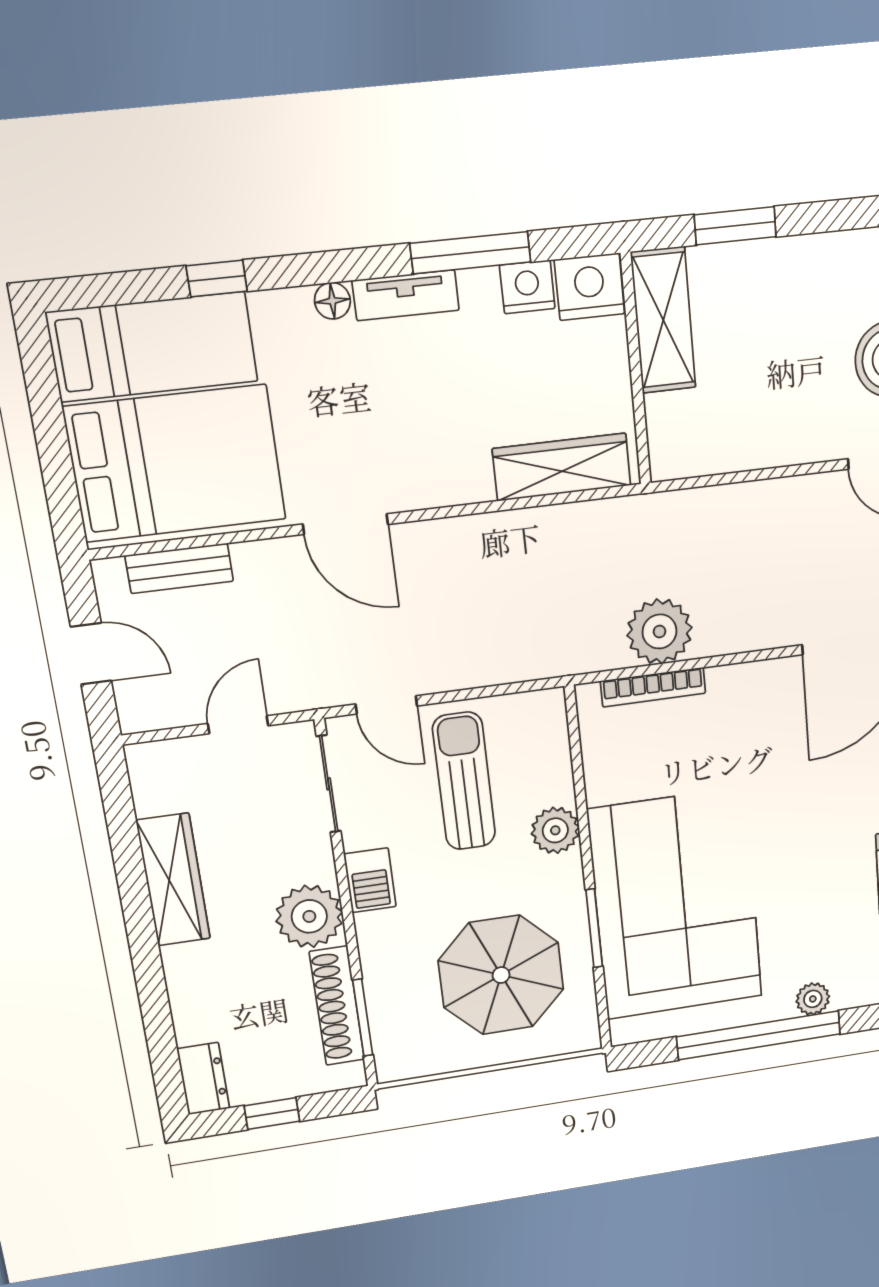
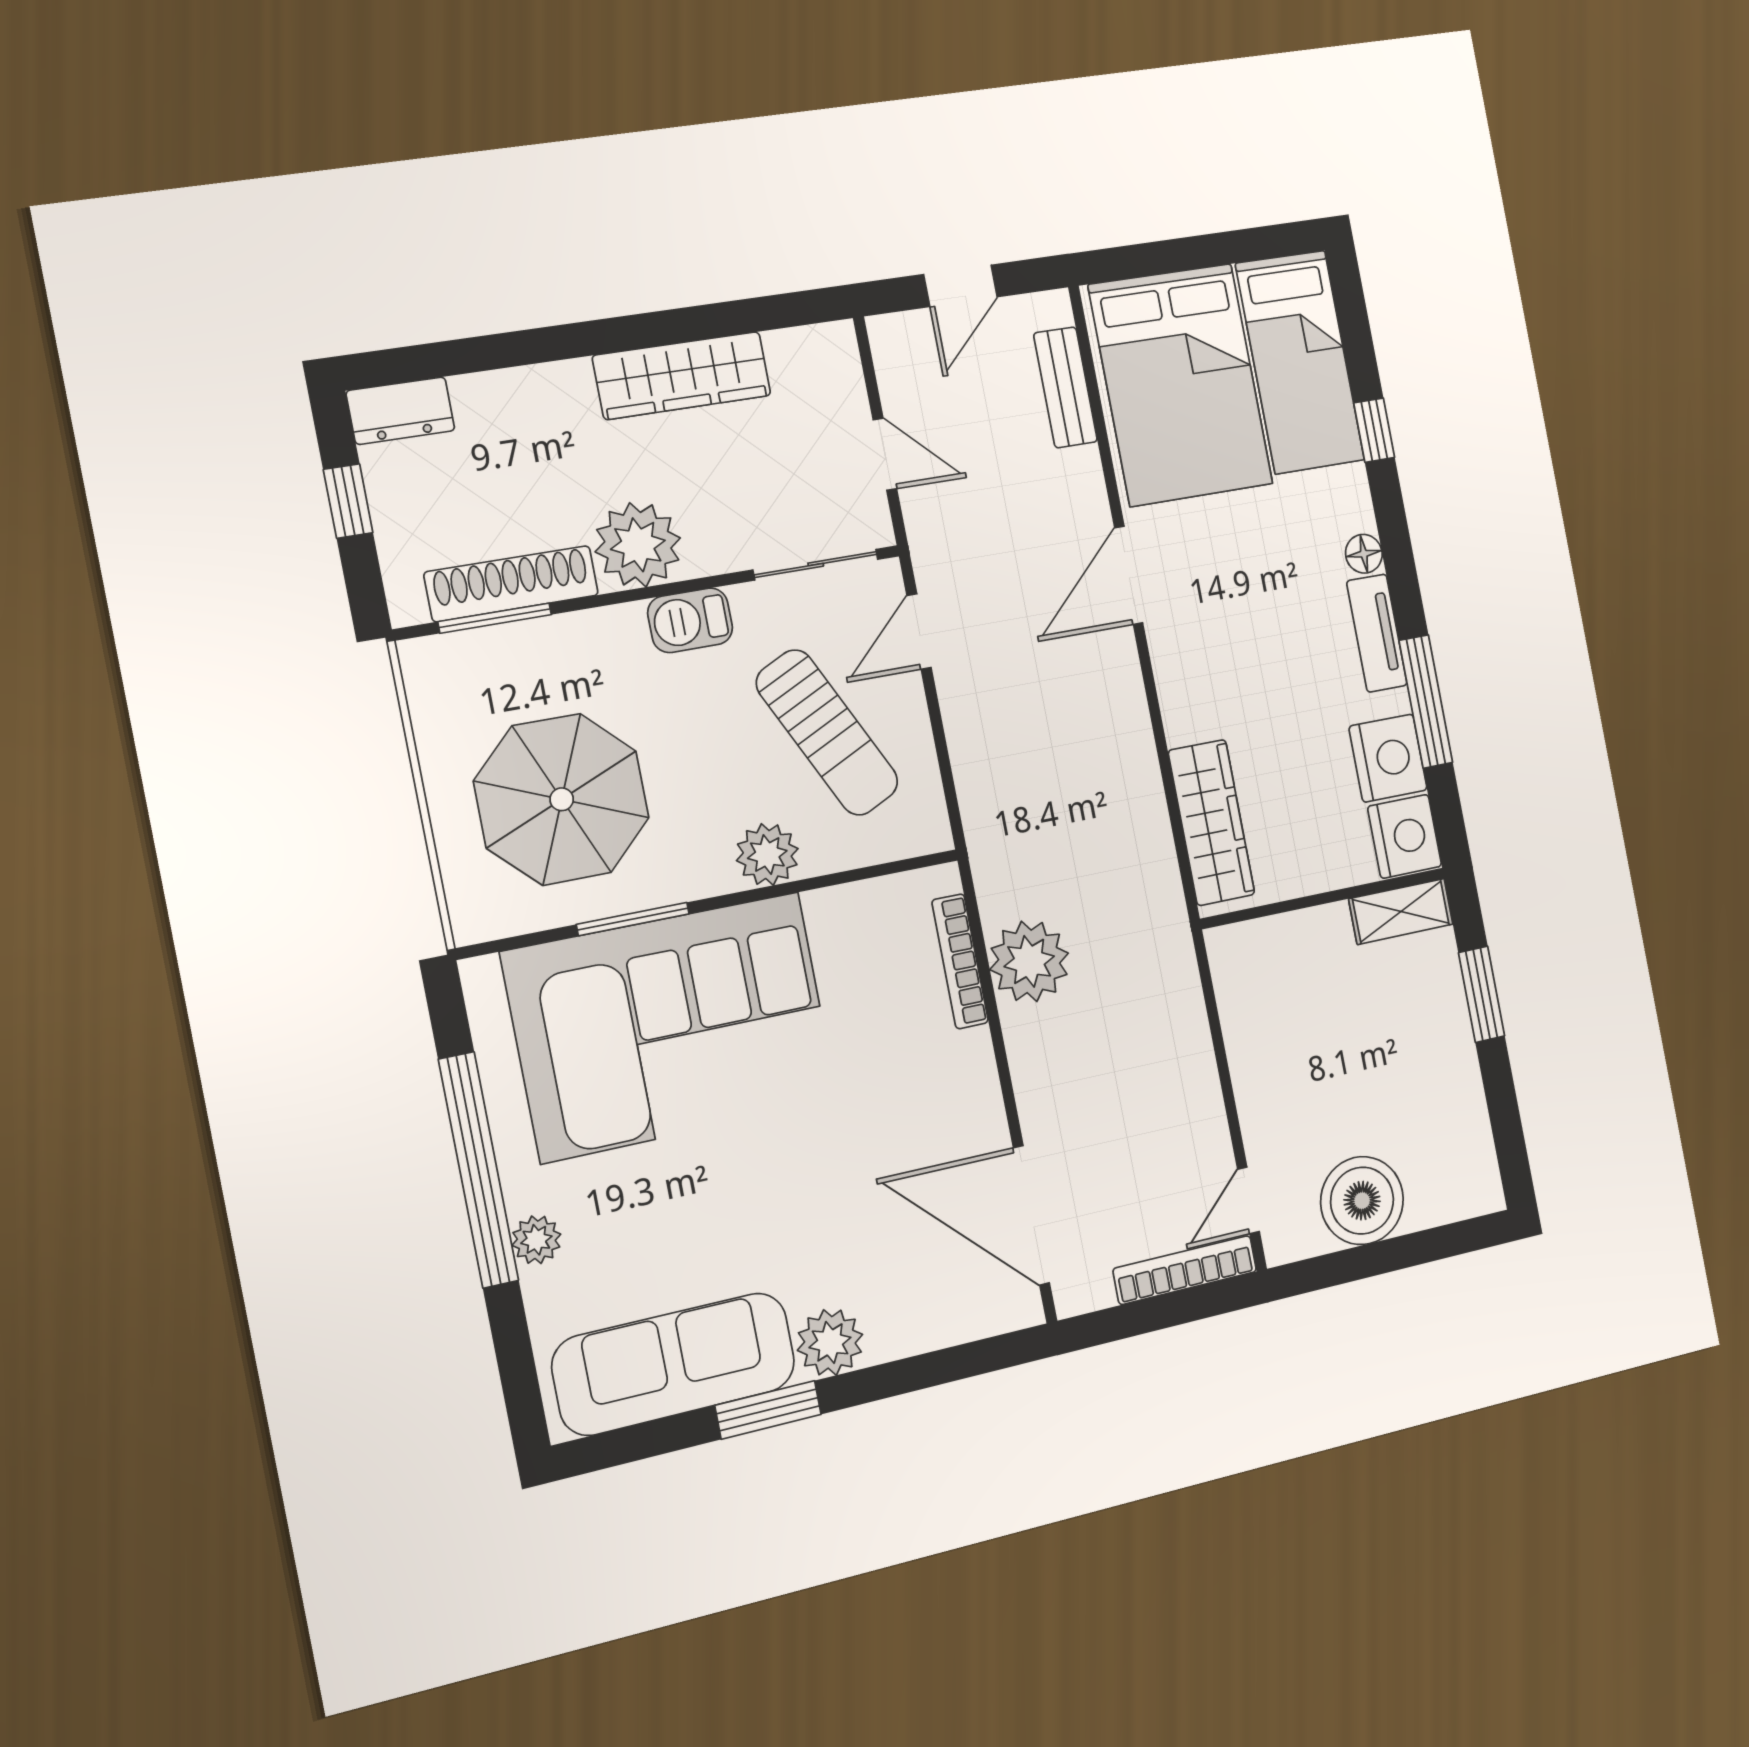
nightstand: (527, 287) -> (1388, 758), width x1.36, depth x1.33
shelving: (663, 320) -> (1401, 911), width x0.67, depth x0.75
sun lounger: (464, 781) -> (827, 733), turned 64

